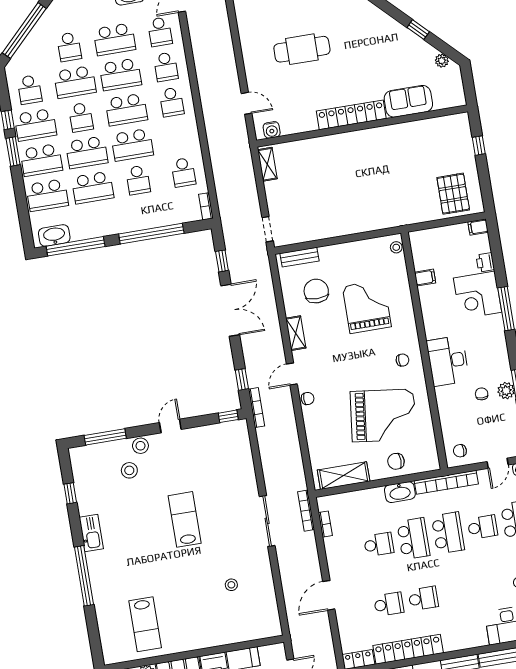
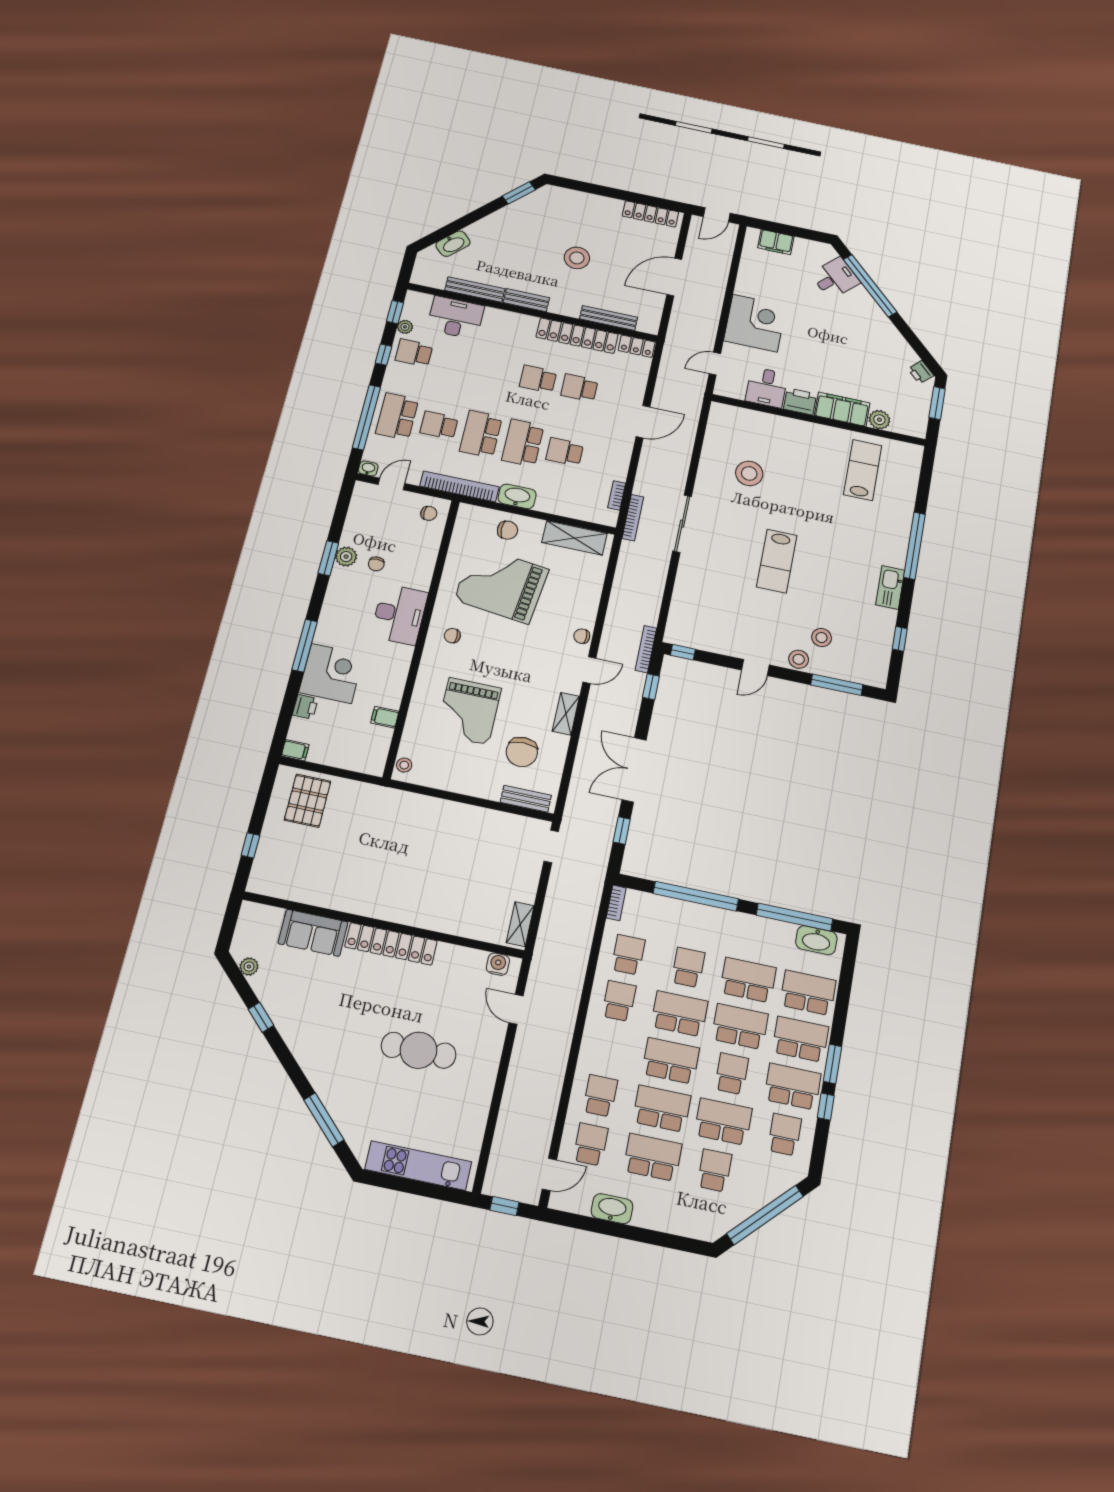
school desk: (172, 102) -> (619, 1001), moved
stool: (231, 585) -> (749, 473), width x1.89, depth x1.89

